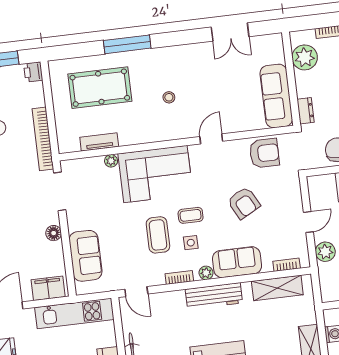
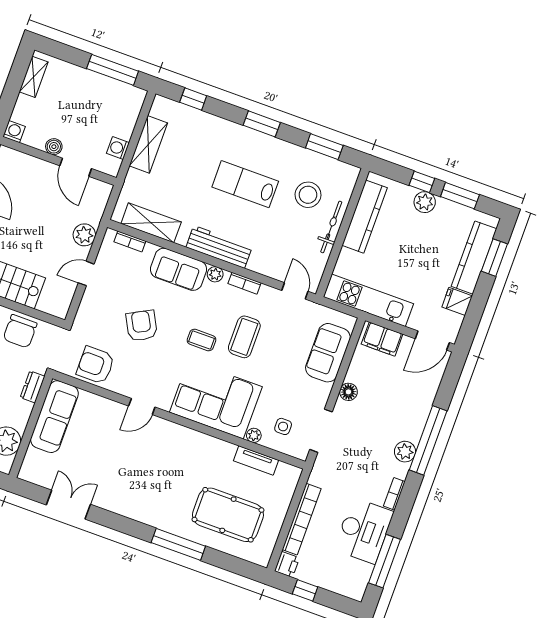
stool: (169, 97) -> (163, 470), removed
bookcase: (43, 139) -> (302, 519), moved
side table: (191, 243) -> (283, 426), moved

